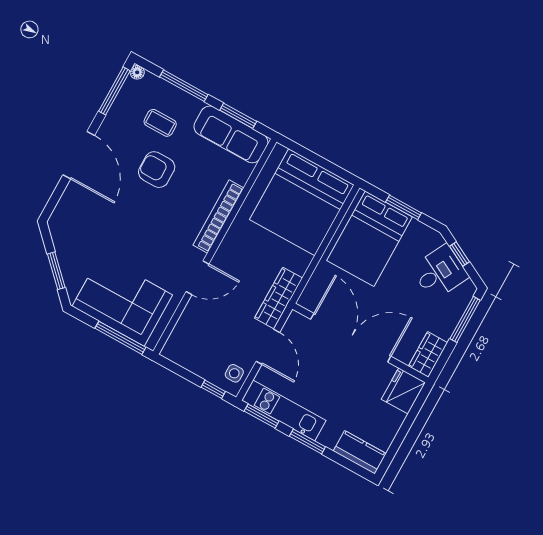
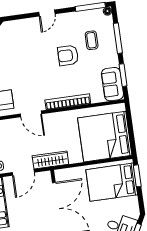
sofa: (231, 134) -> (112, 84), width x0.73
door: (79, 155) -> (47, 13), width x0.53
armchair: (157, 170) -> (68, 55), turned -90
window: (404, 207) -> (137, 176), moved

